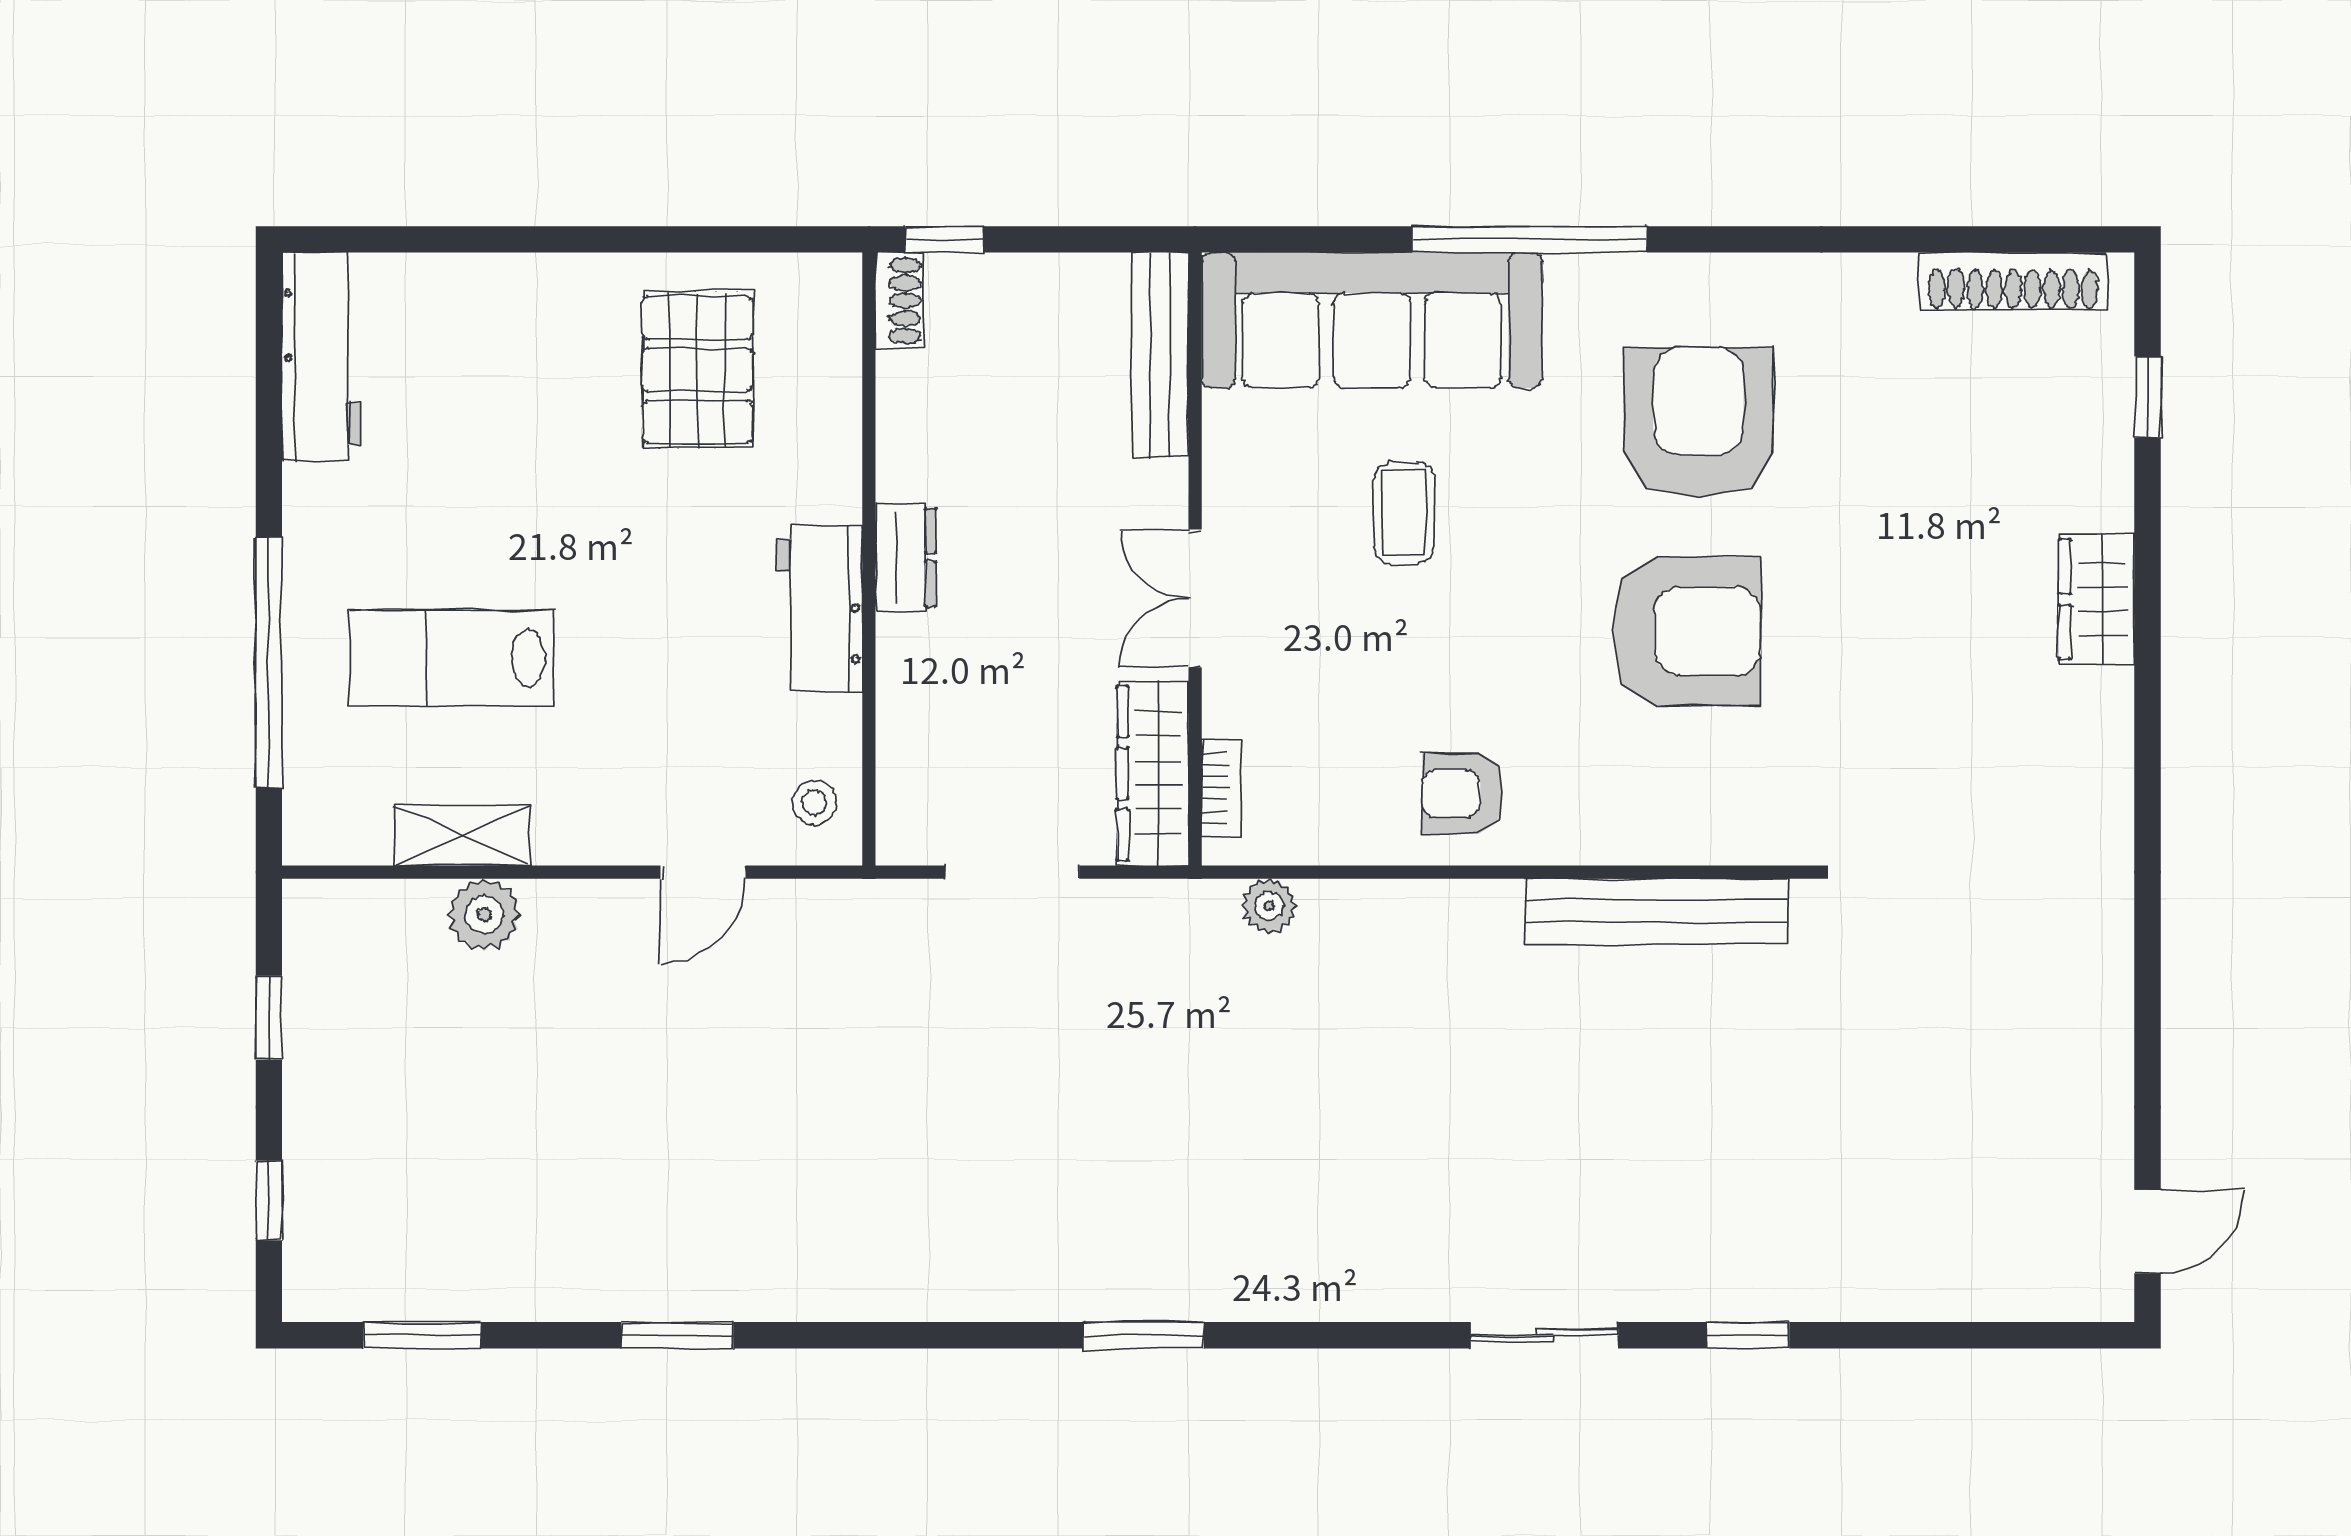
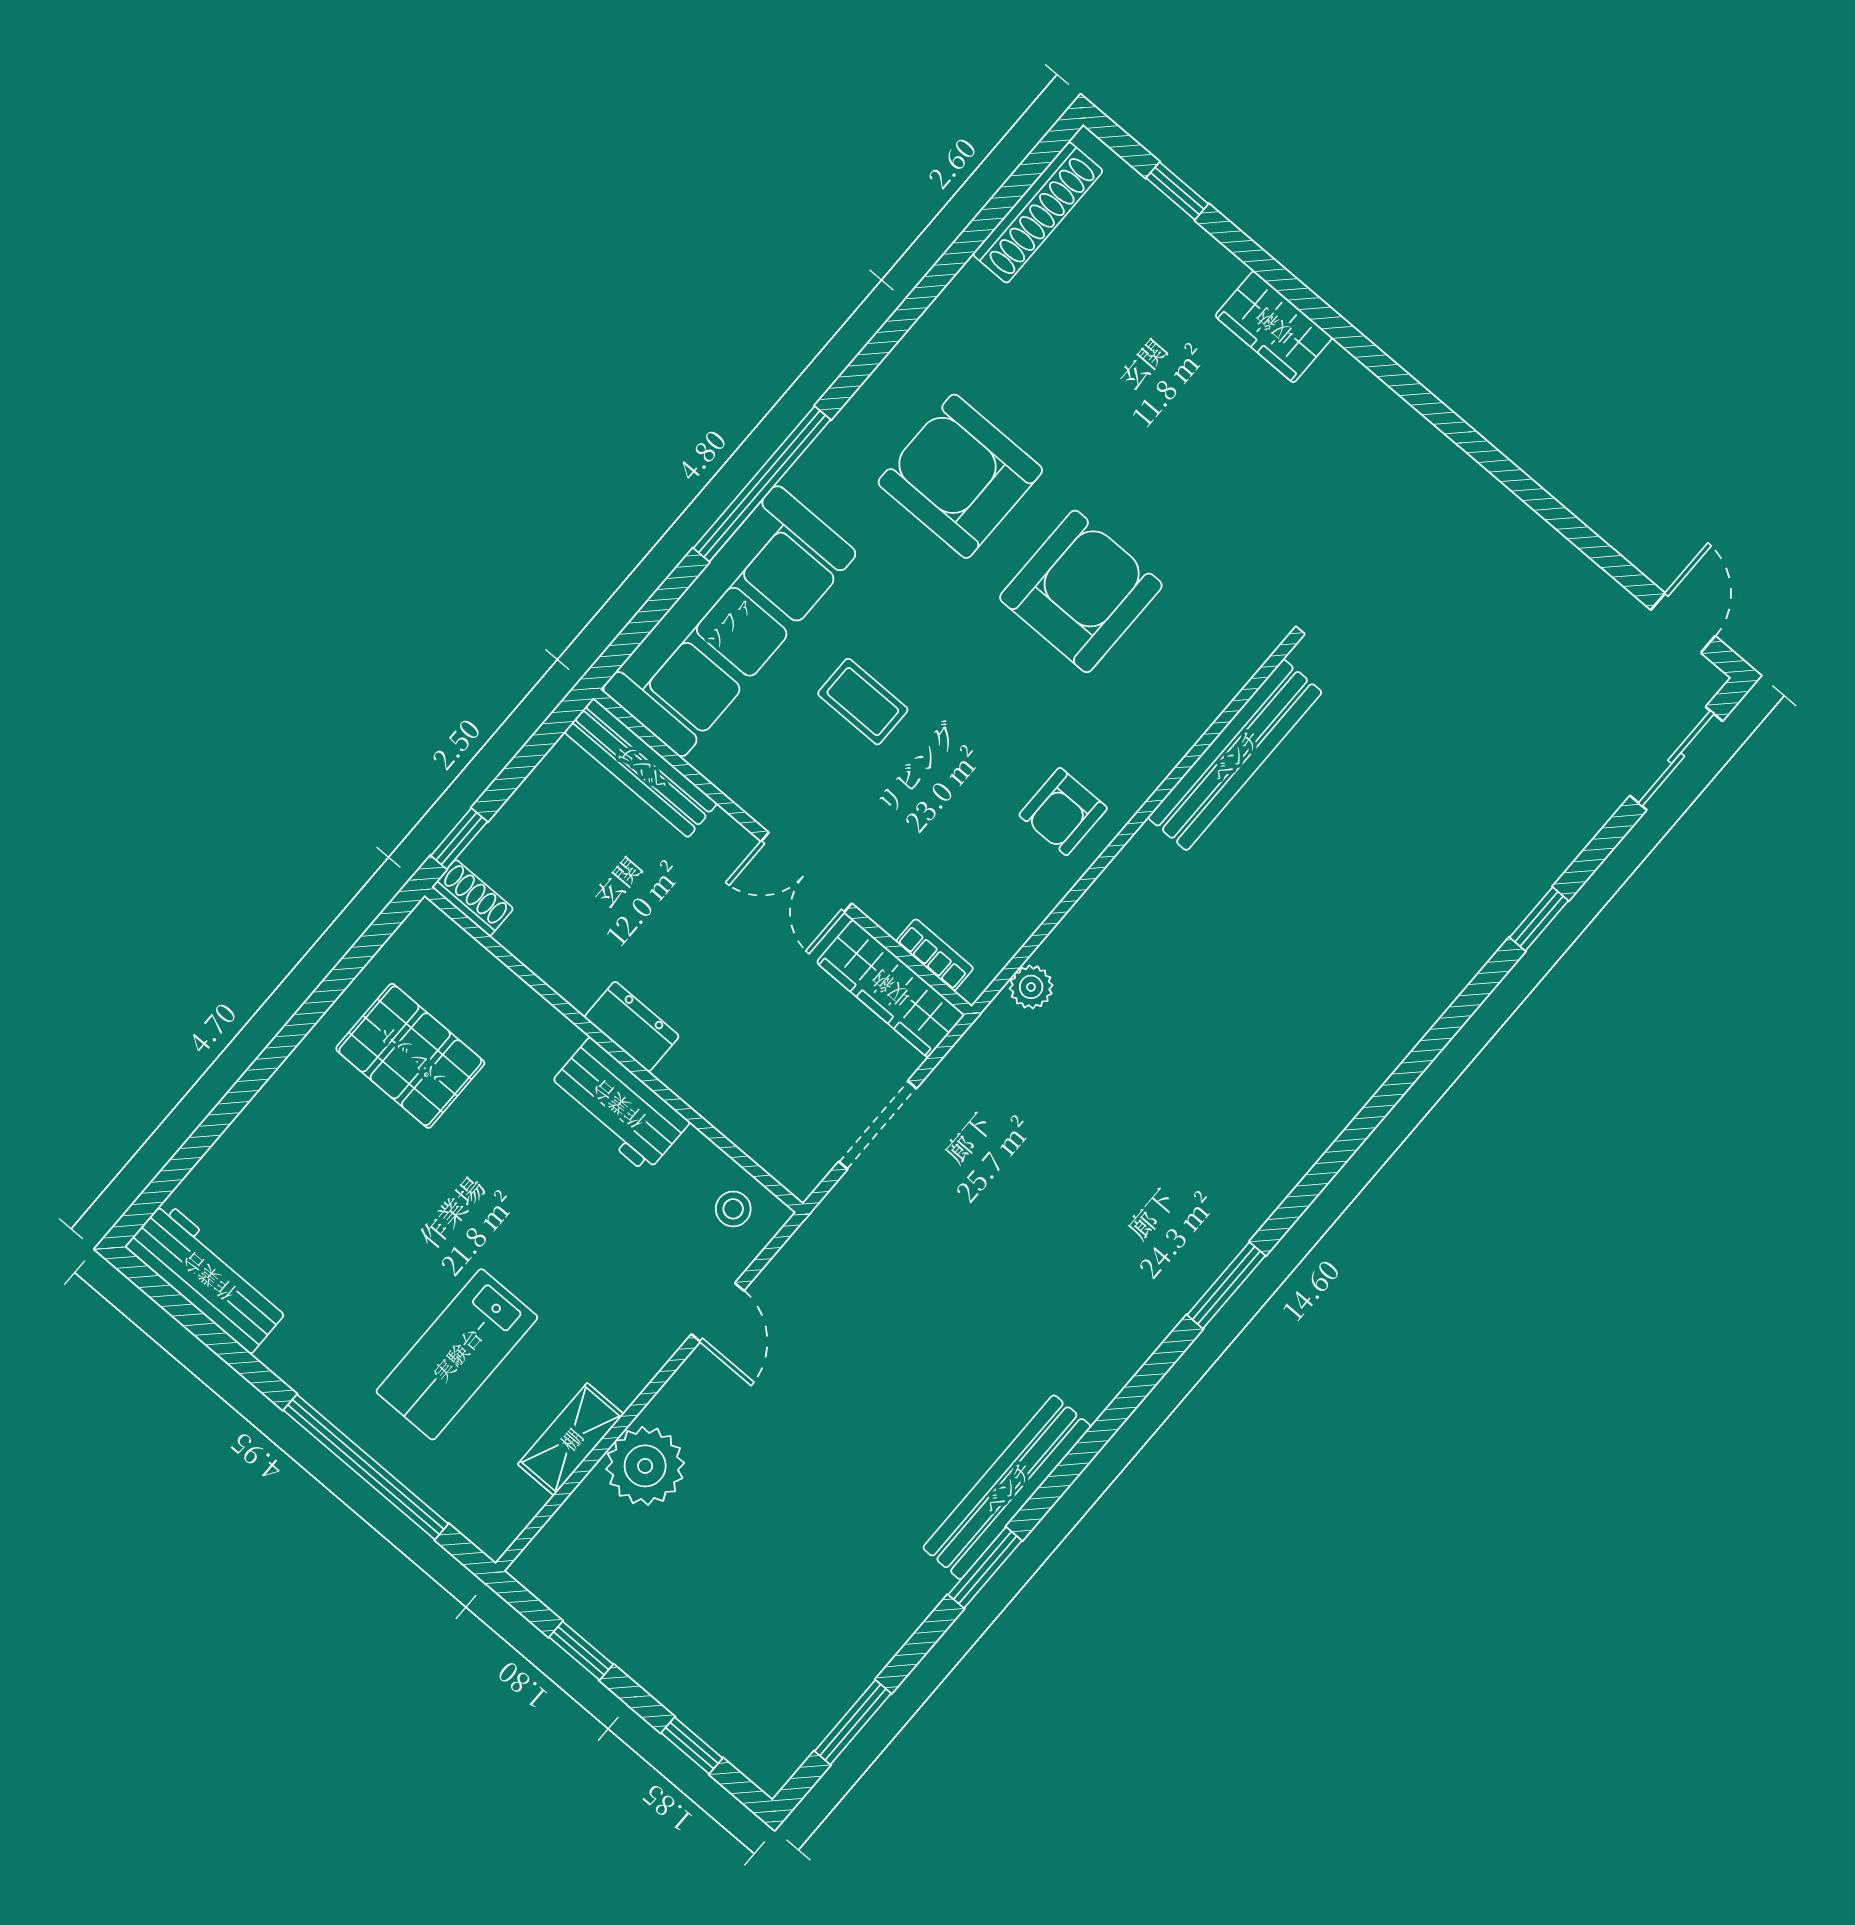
plant: (484, 915) -> (645, 1466), width x1.36, depth x1.36
bench: (772, 1291) -> (1007, 1487), added
sliding door: (1544, 1335) -> (1676, 758), moved

